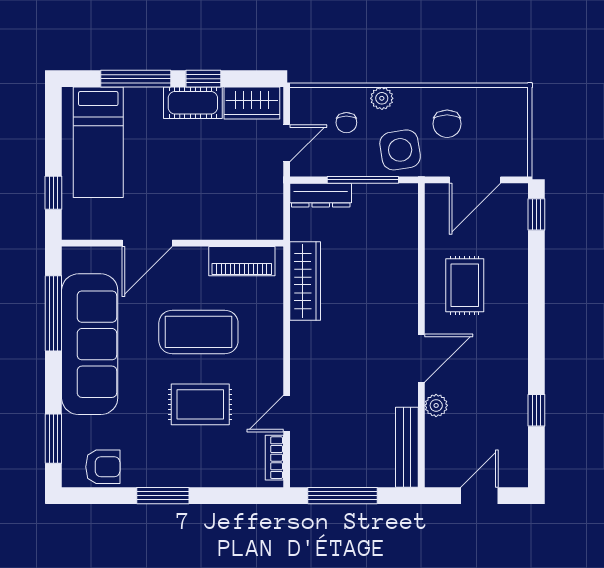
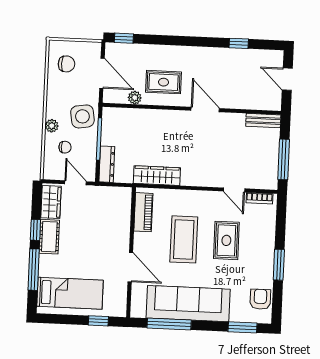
chair: (447, 124) -> (66, 64), moved
plant: (436, 405) -> (135, 98), moved
bench: (407, 447) -> (263, 121), width x0.73

